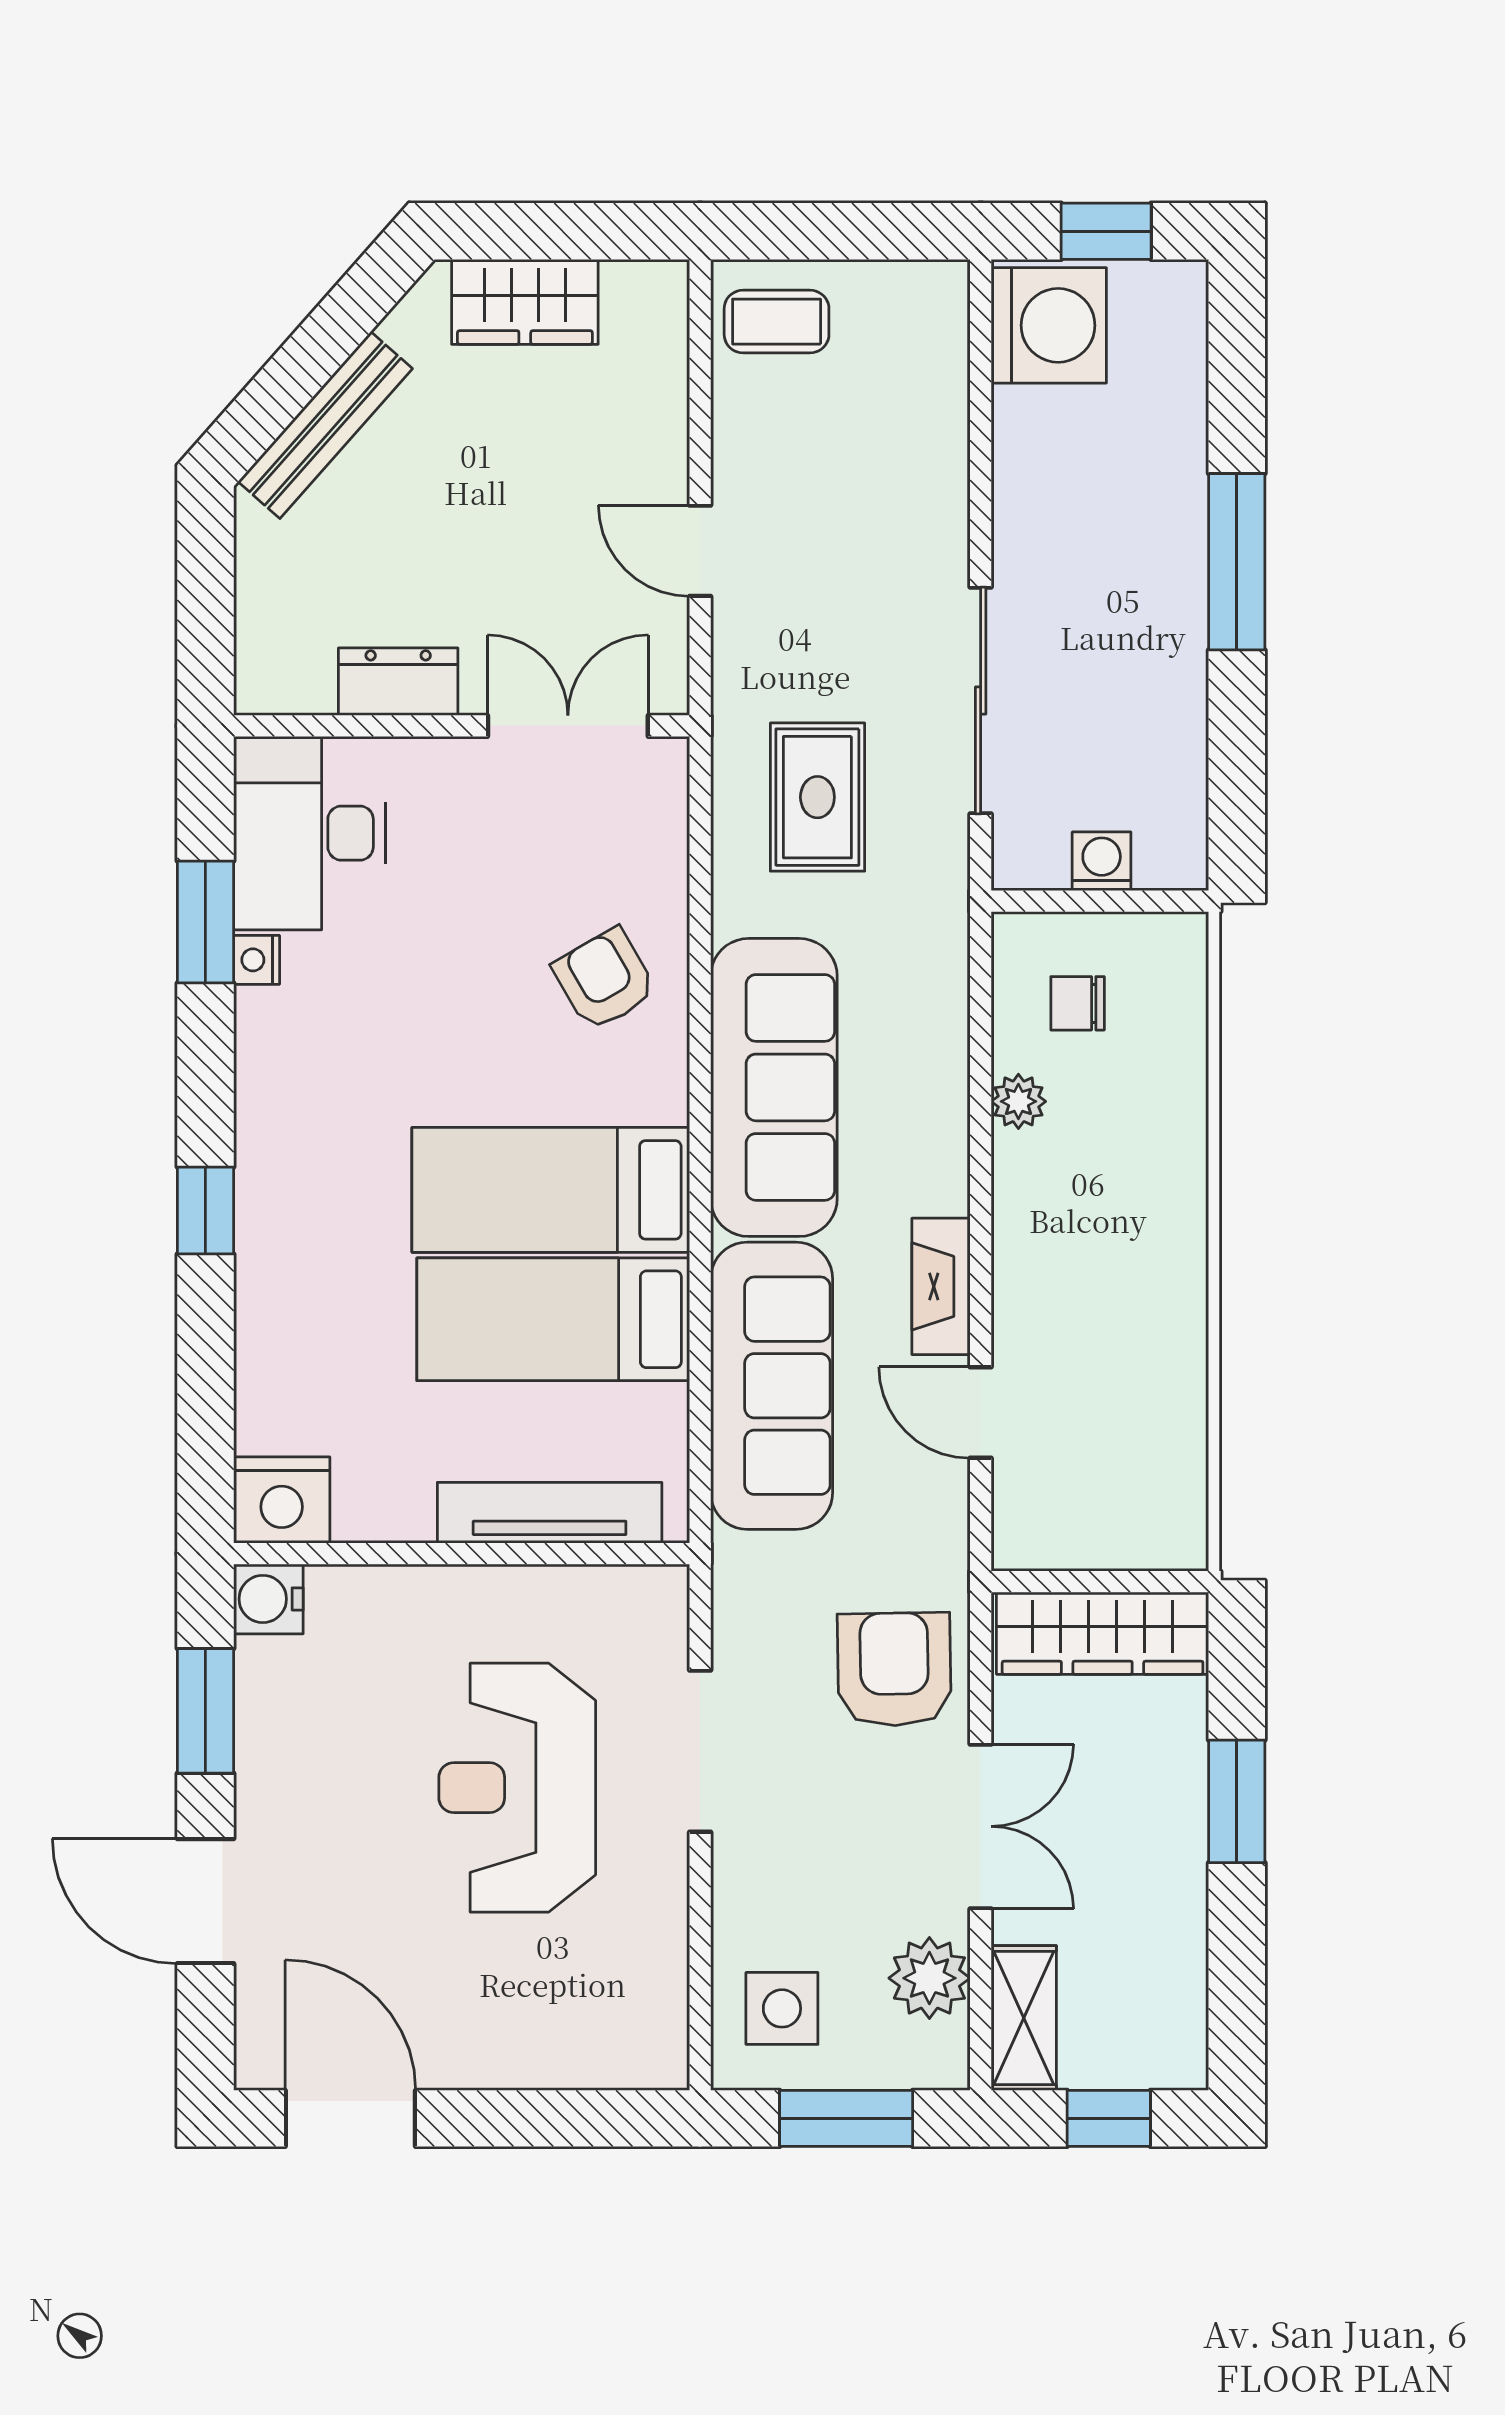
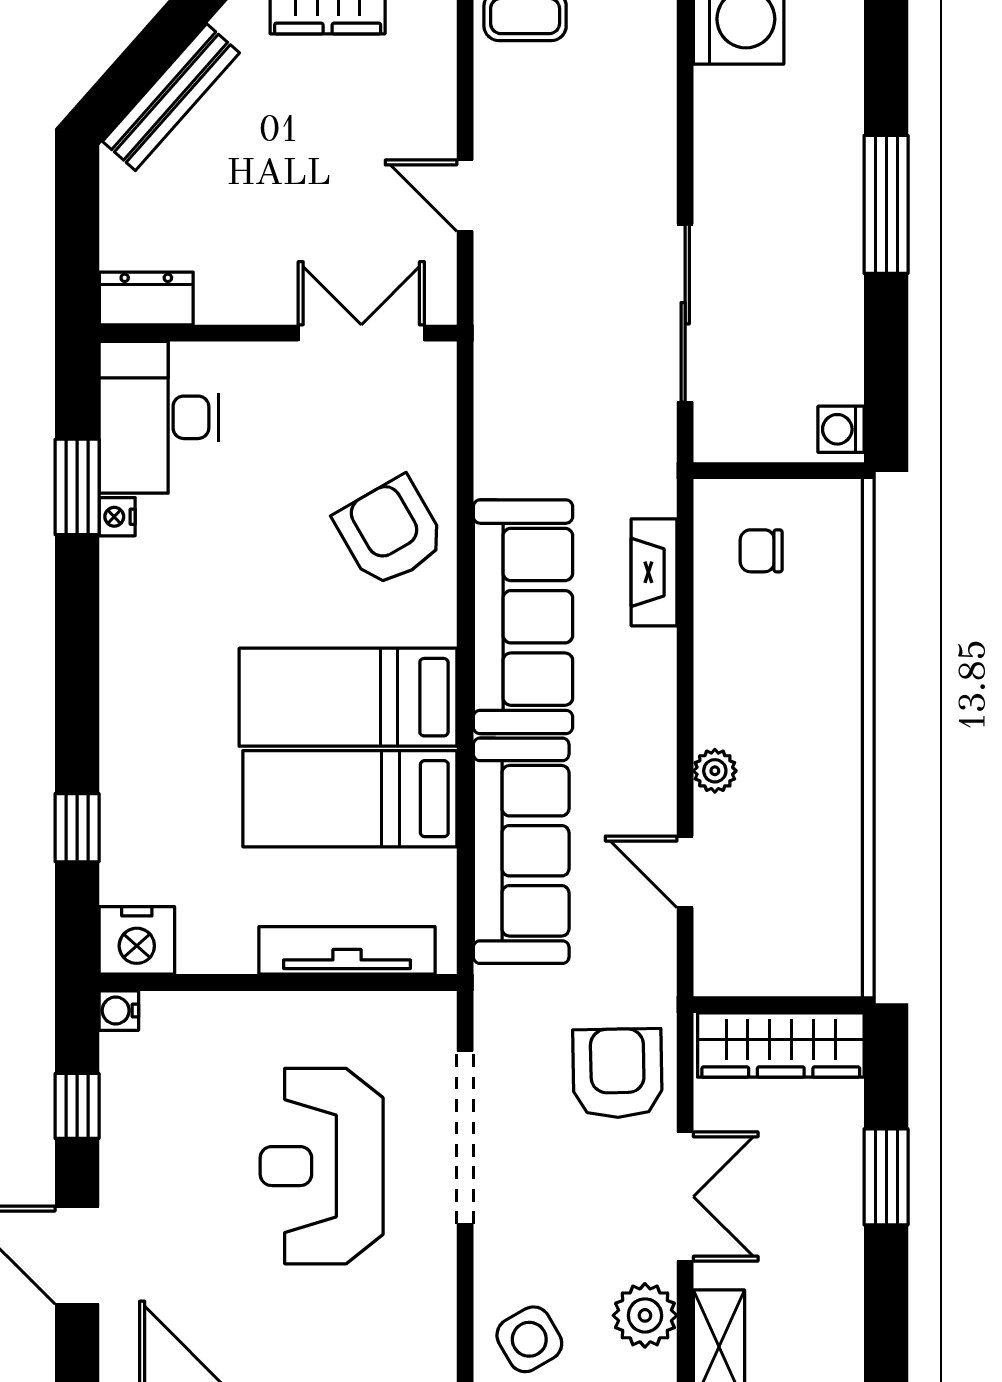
dresser: (398, 682) -> (146, 298), moved
rug: (817, 797) -> (557, 389), removed
washing machine: (1102, 861) -> (841, 429), moved, turned -90
armchair: (605, 979) -> (390, 532), width x1.38, depth x1.38
plant: (1018, 1101) -> (715, 771), moved
window: (205, 1211) -> (77, 828), moved
fireplace: (941, 1286) -> (654, 572), moved
water cooler: (268, 1599) -> (119, 1011), width x0.72, depth x0.72
window: (205, 1711) -> (77, 1106), width x0.67
doorway: (700, 1751) -> (465, 1137), width x1.36
side table: (782, 2008) -> (529, 1339), turned -30

